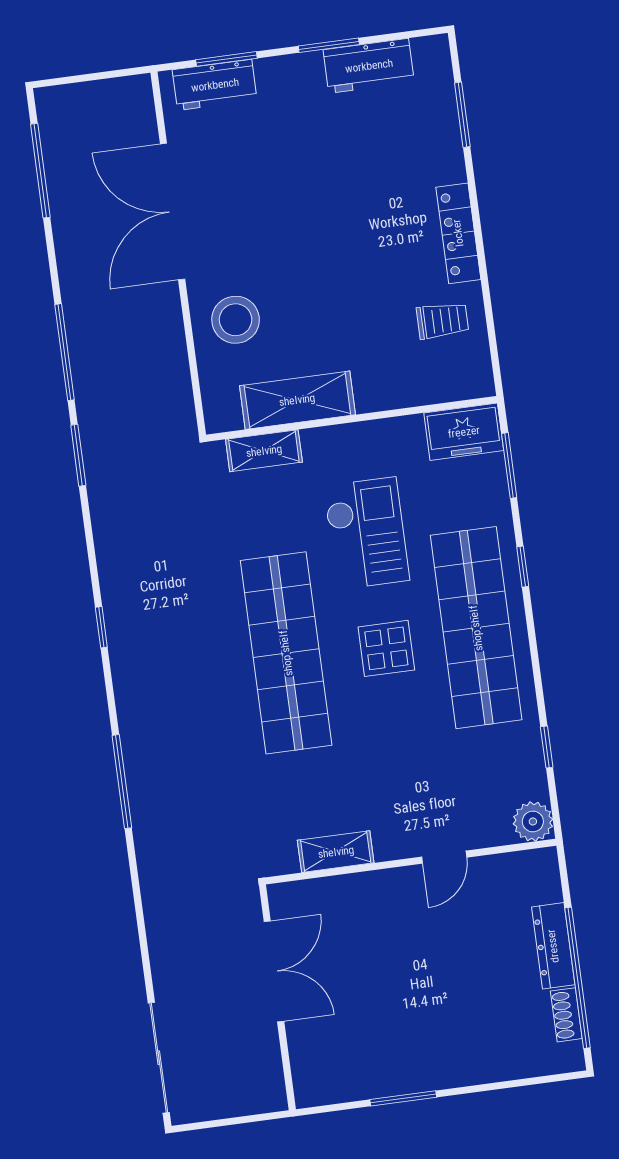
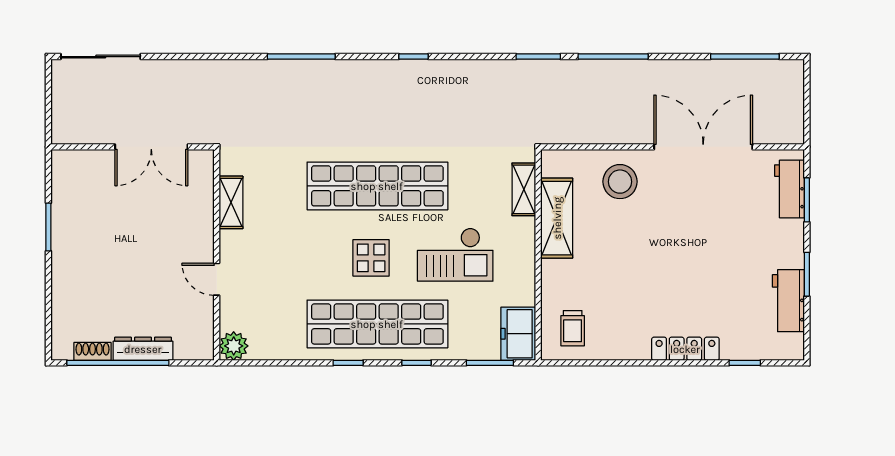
window: (462, 115) -> (745, 363), width x0.67
locker: (458, 233) -> (685, 349), moved
trolley: (443, 320) -> (573, 328), moved
window: (547, 747) -> (348, 363), moved

